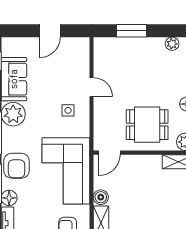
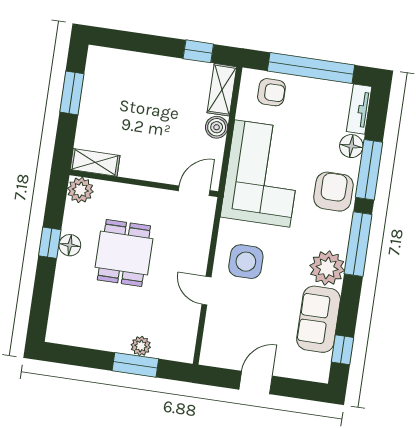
plant: (172, 44) -> (141, 346), moved
side table: (68, 110) -> (246, 262), width x1.87, depth x1.87
dining table: (147, 125) -> (124, 253), moved, turned 90

